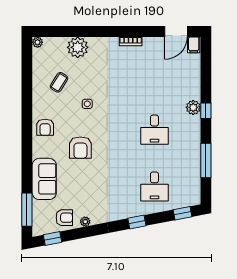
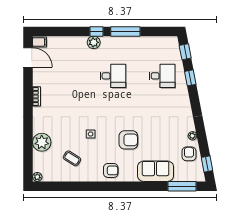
window: (206, 161) -> (125, 31), moved
window: (137, 222) -> (190, 78), moved

